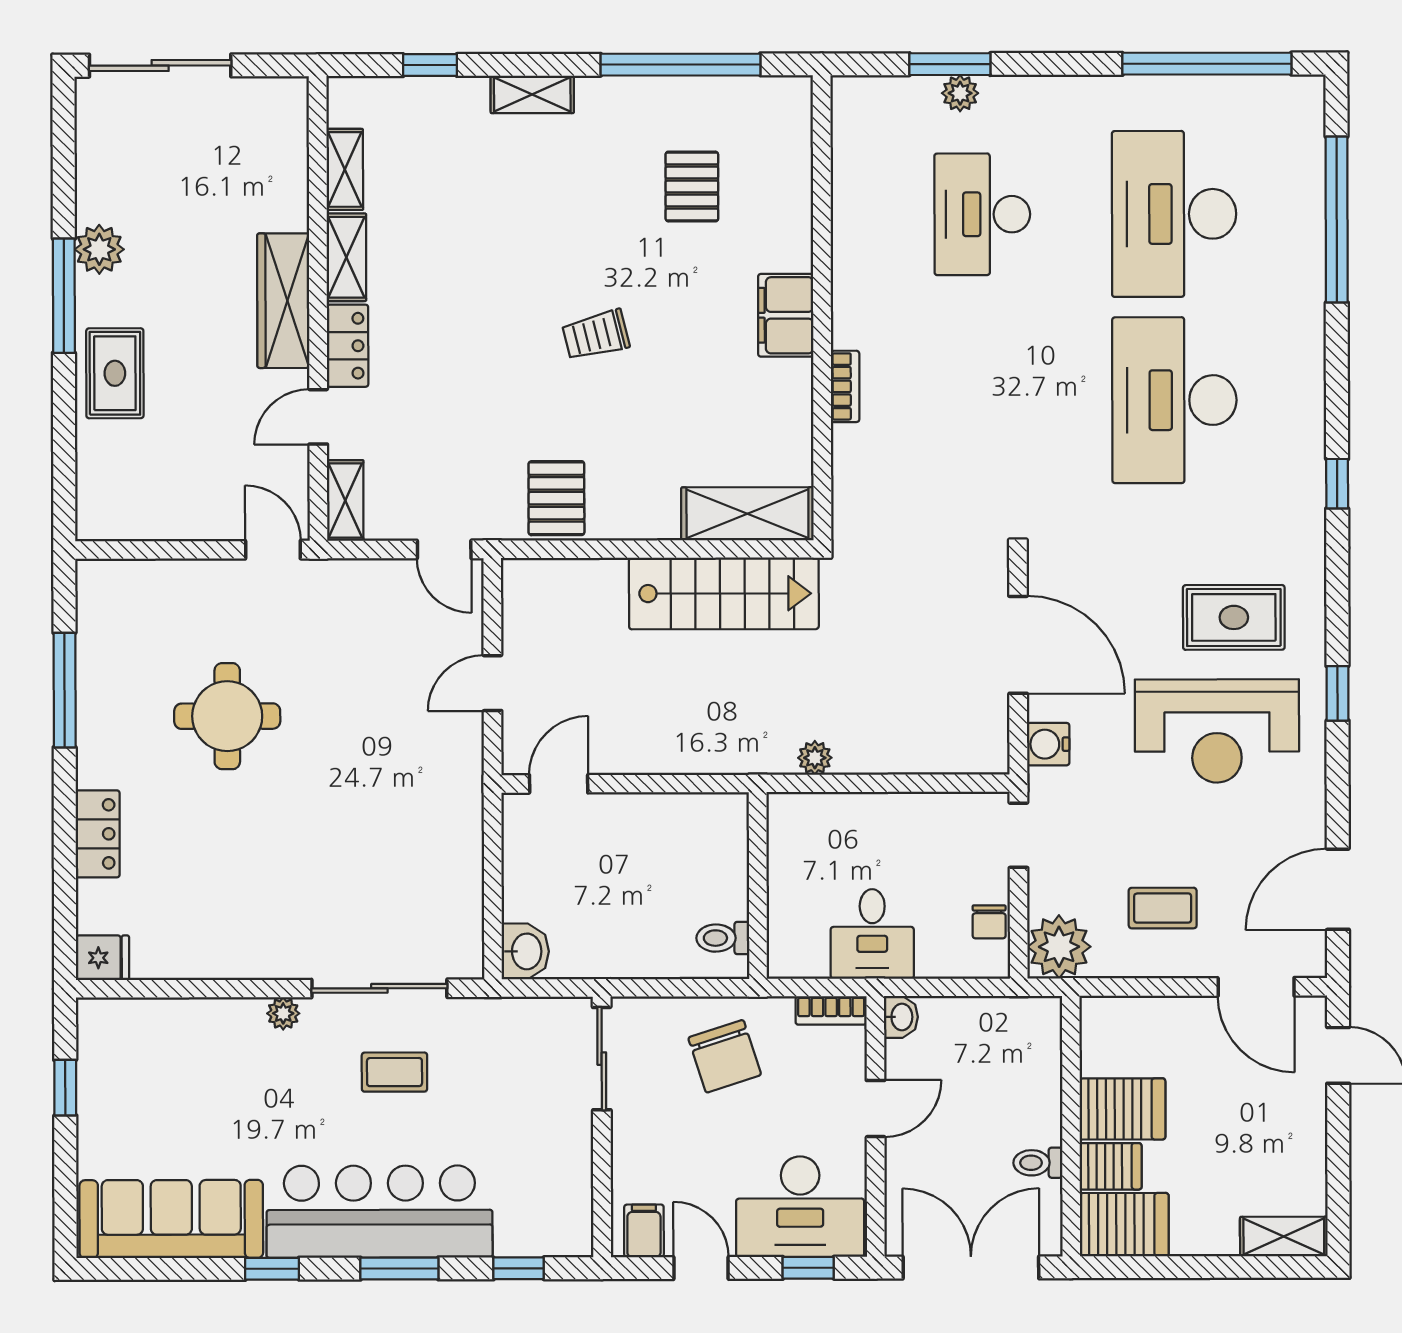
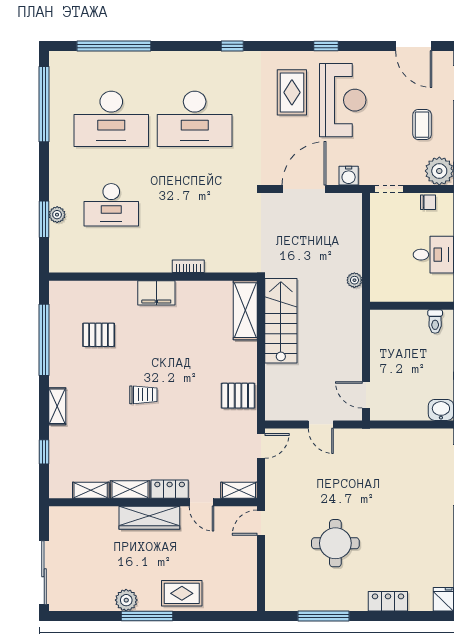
trolley: (596, 335) -> (143, 395), moved, turned -76

